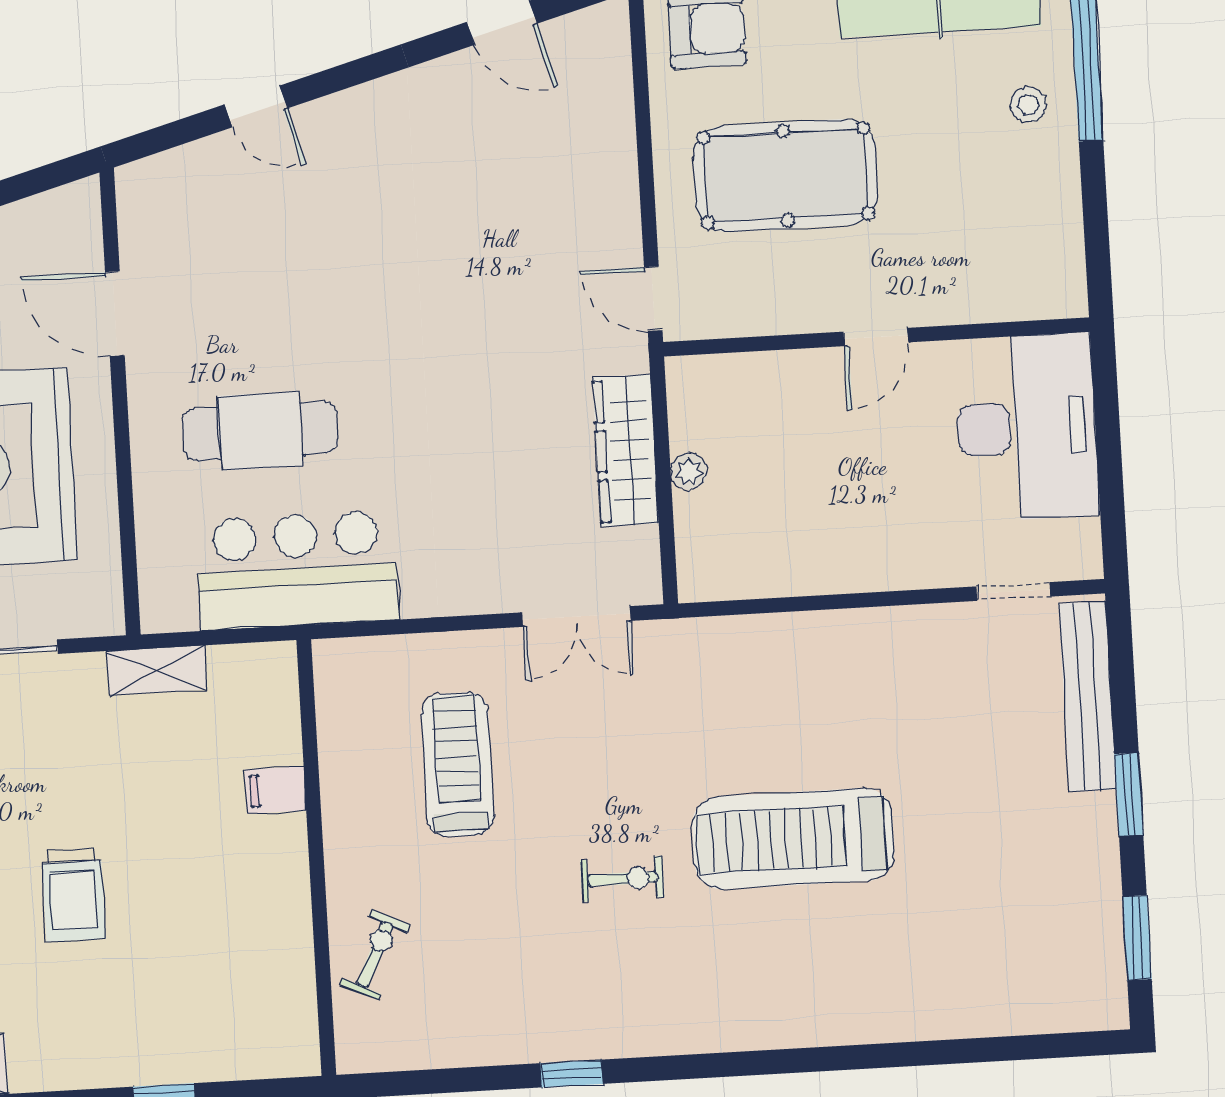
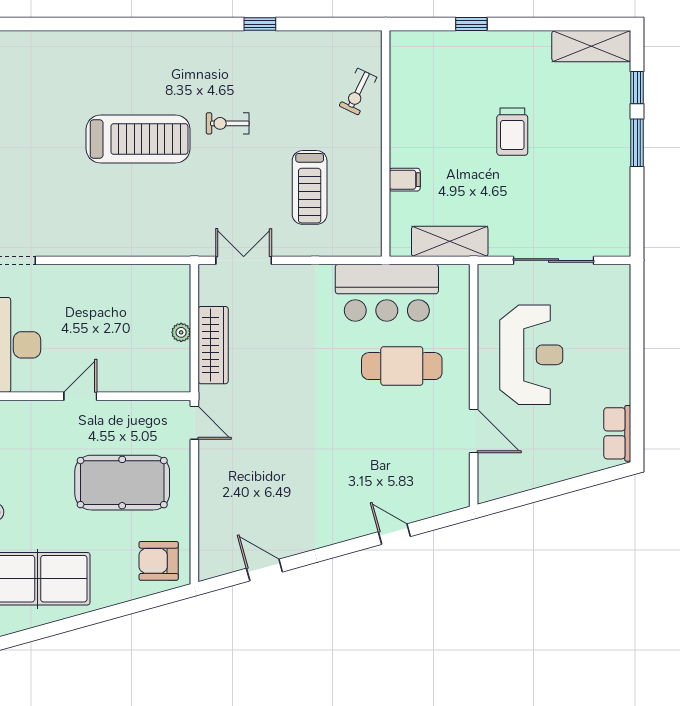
shelving: (157, 670) -> (450, 241), width x1.50, depth x1.33
trolley: (74, 894) -> (512, 132), turned 180

